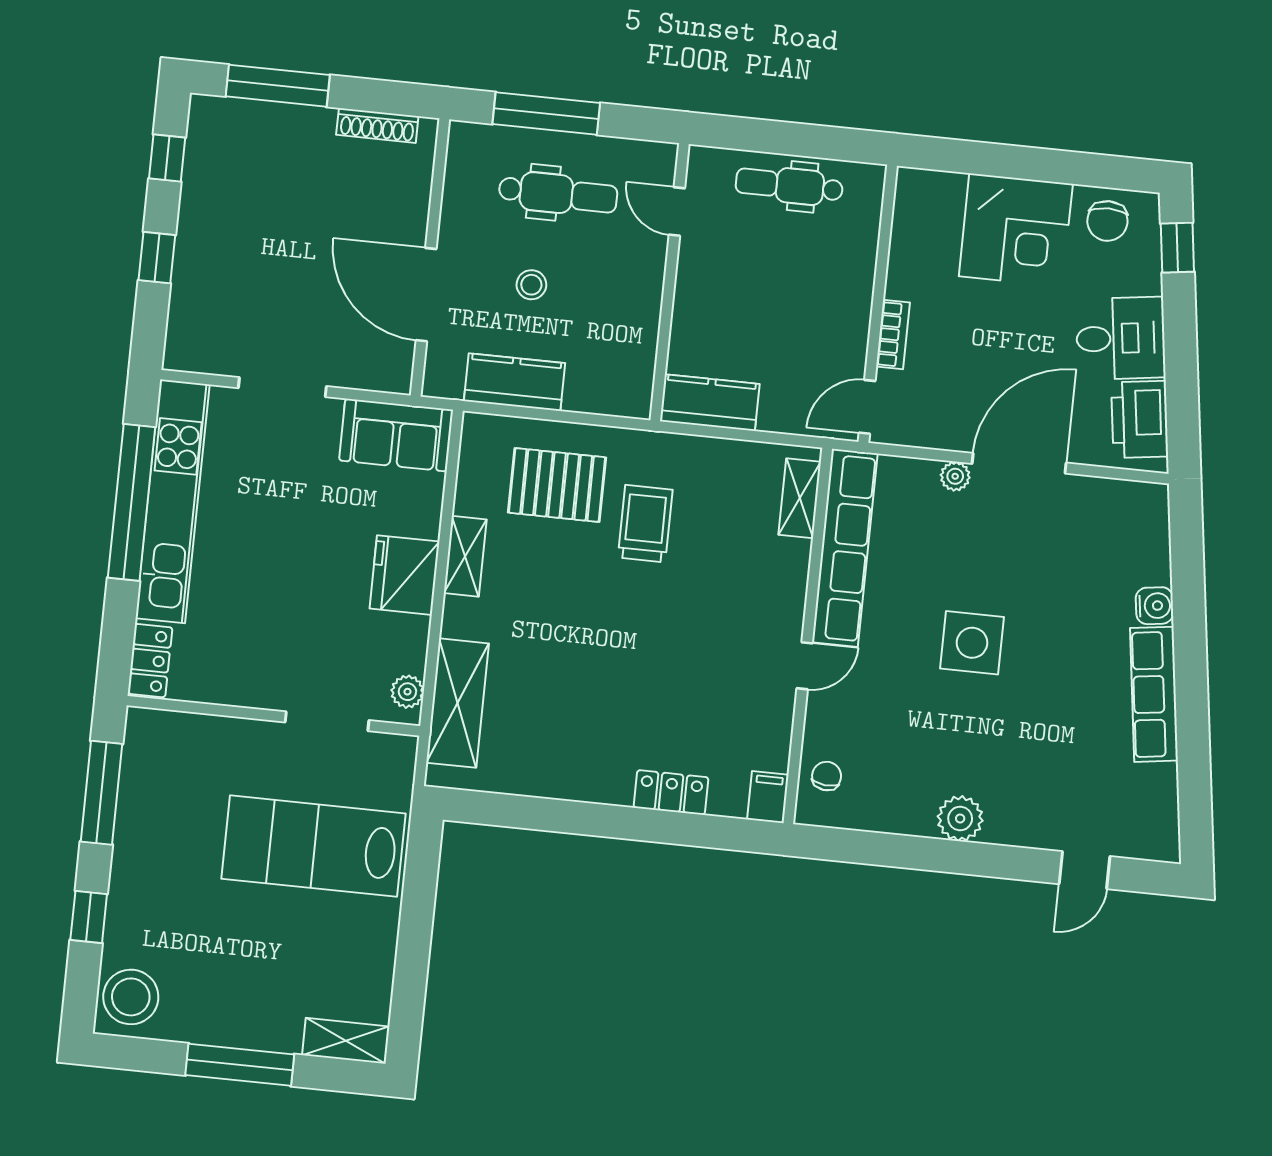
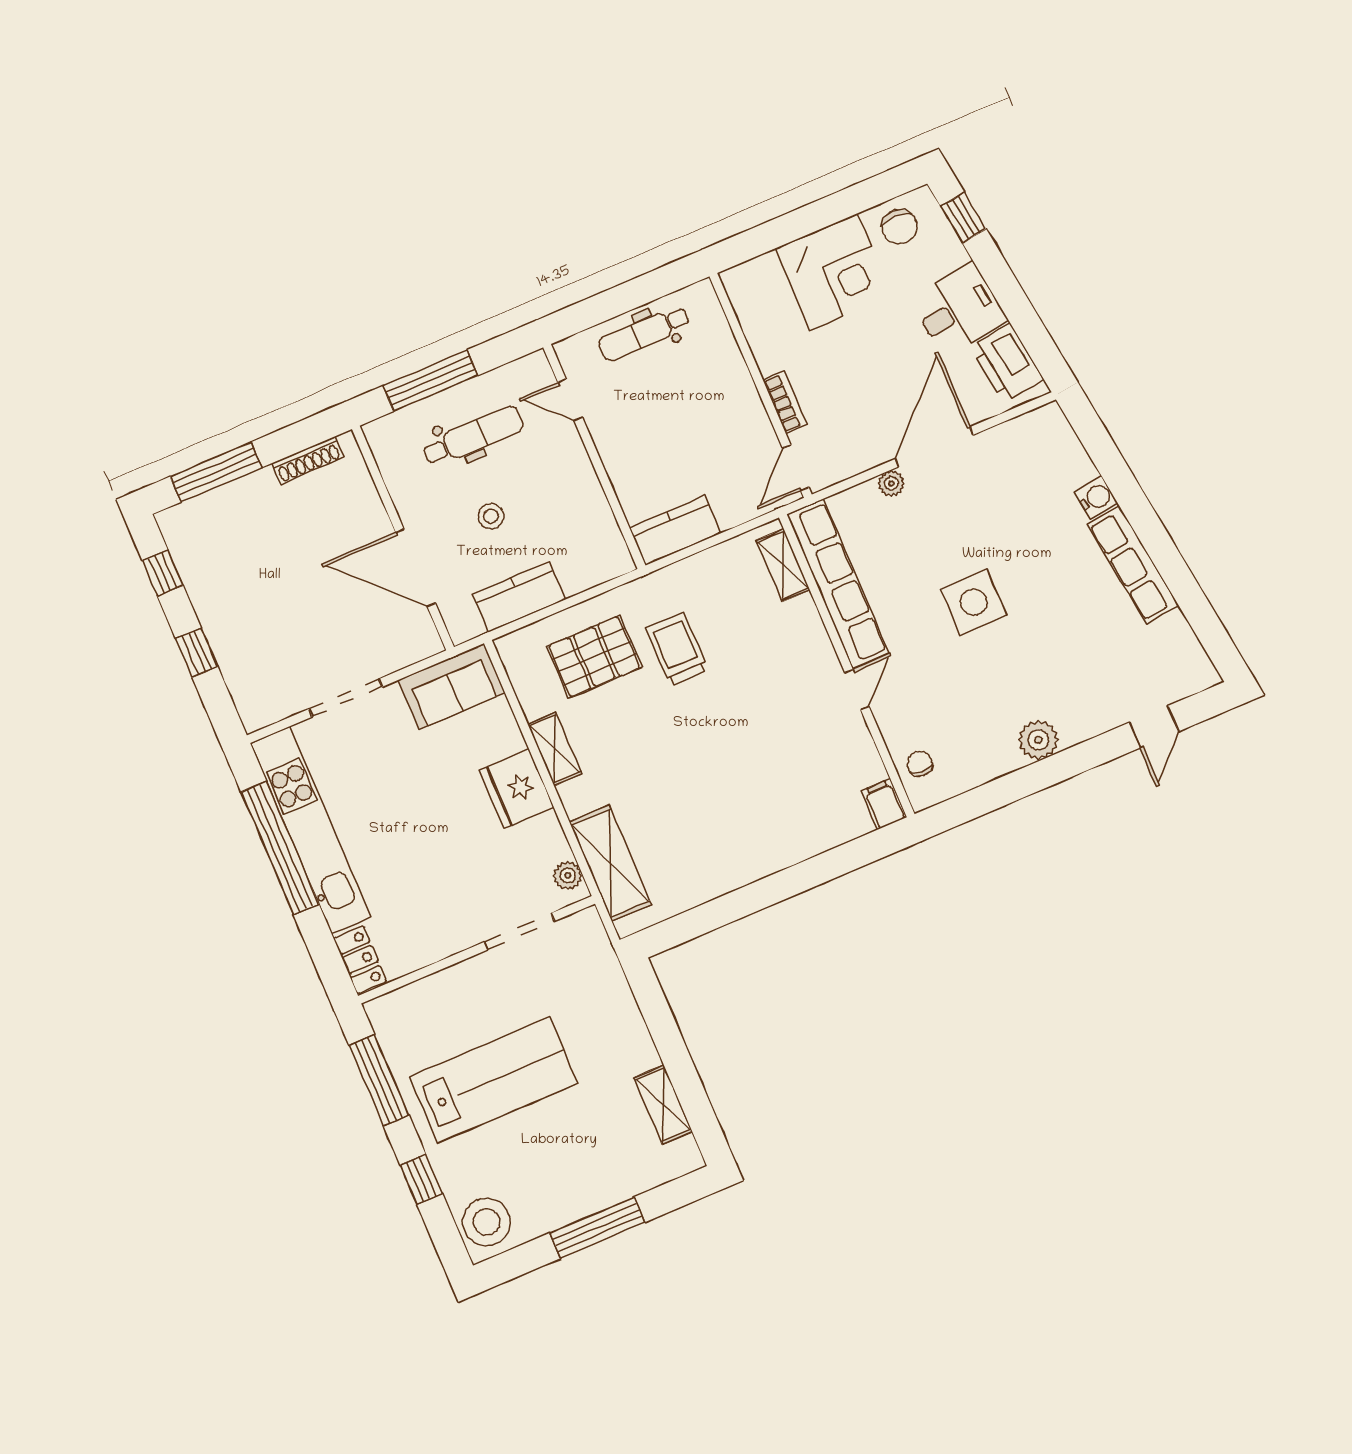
locker: (671, 792) -> (809, 841), removed
lab bench: (313, 846) -> (494, 1080), moved, turned 180
shelving: (346, 1041) -> (663, 1105), moved, turned 90

